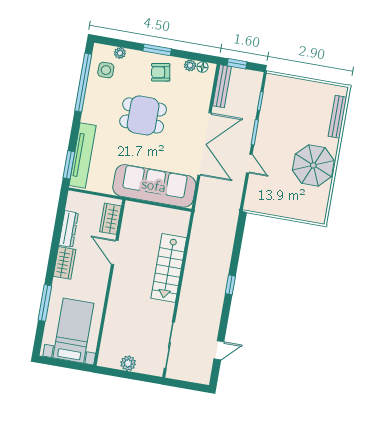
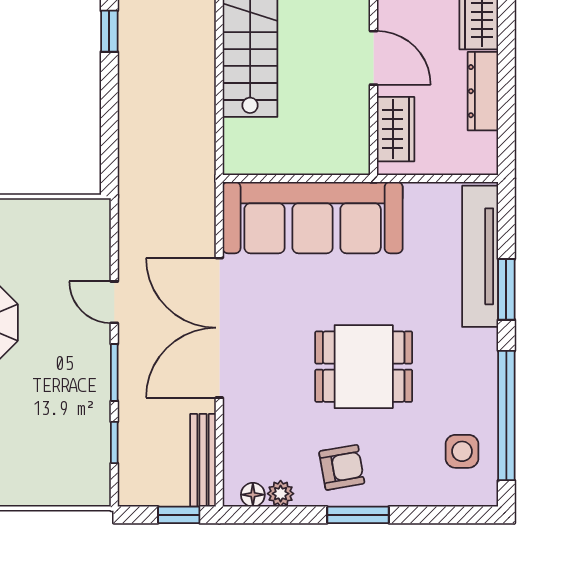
plant: (120, 53) -> (438, 494), removed
window: (69, 165) -> (506, 289), moved

